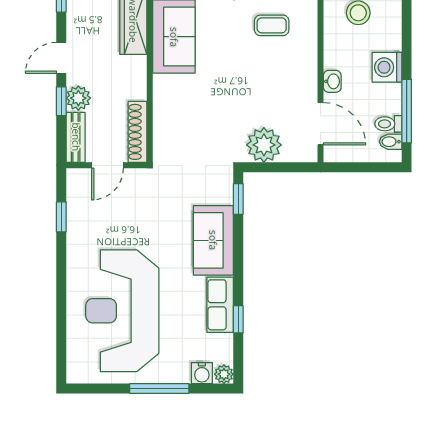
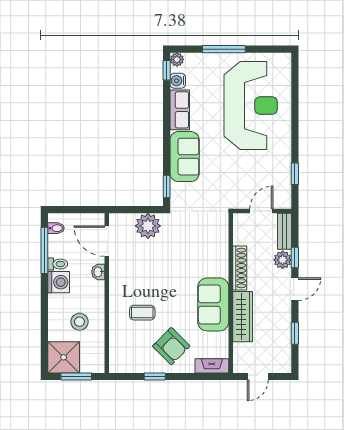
toilet: (388, 124) -> (58, 264), moved
shoe rack: (137, 132) -> (240, 268), moved
window: (238, 319) -> (167, 70), moved
water cooler: (202, 373) -> (178, 81), moved, turned -90

